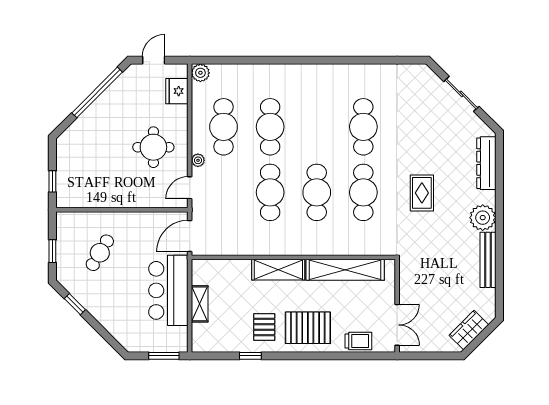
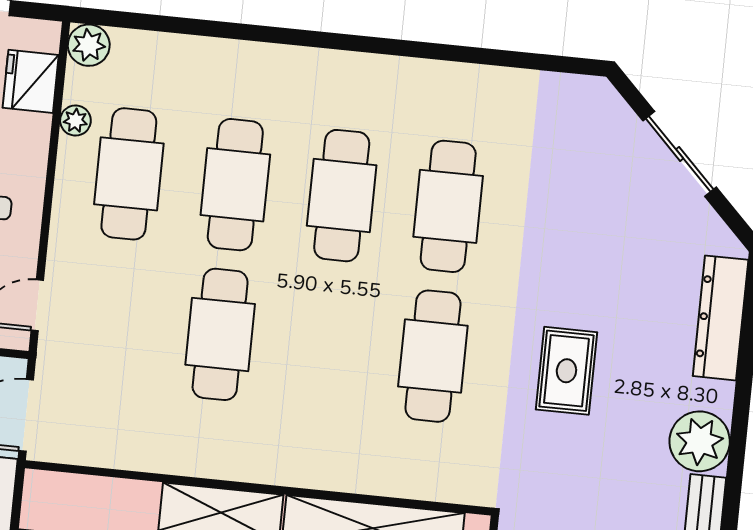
plant: (198, 160) -> (75, 121), moved
cafe table: (317, 192) -> (342, 196), moved

